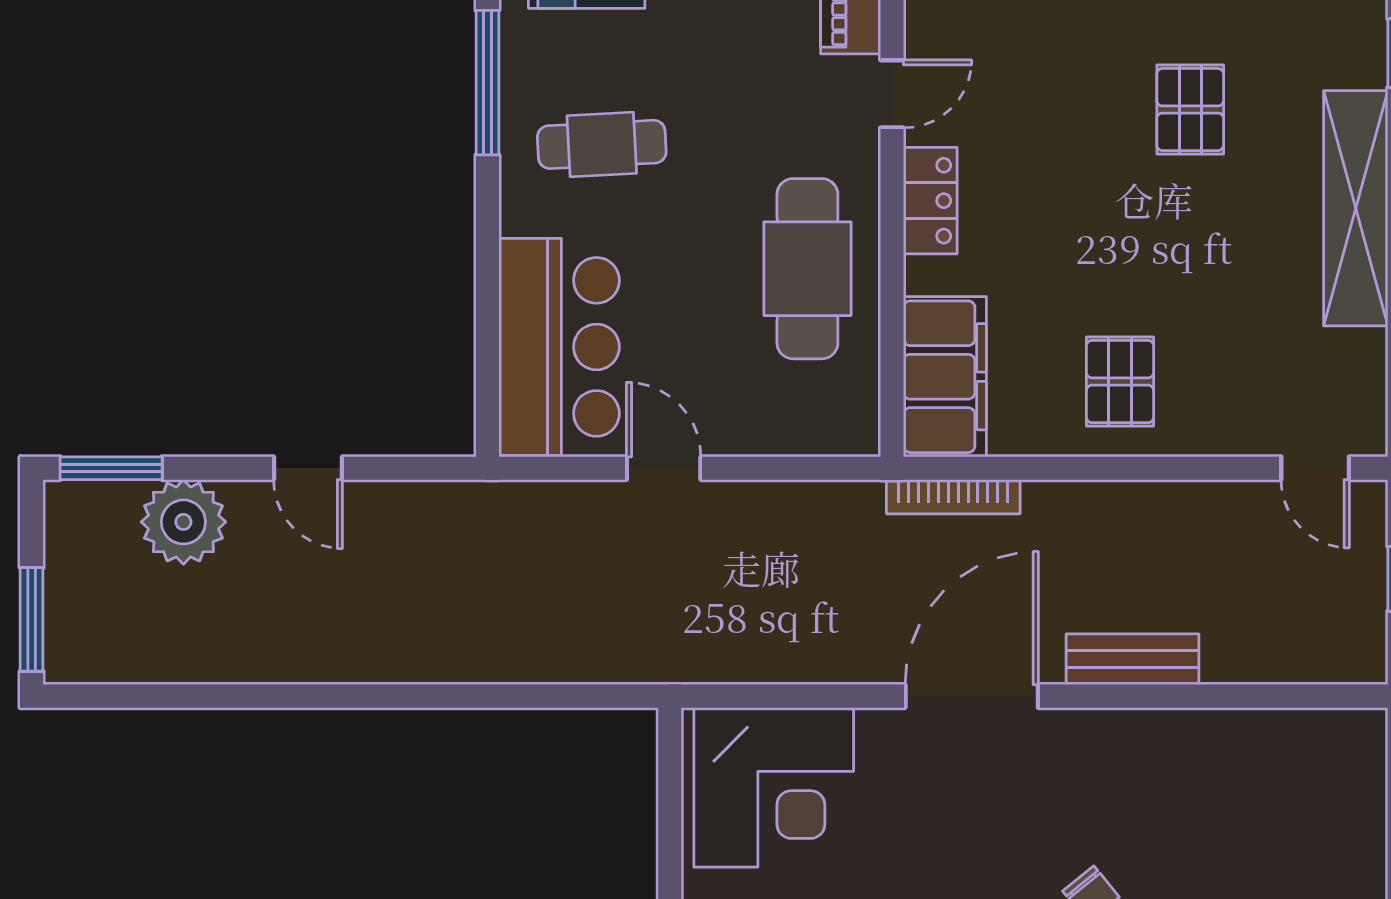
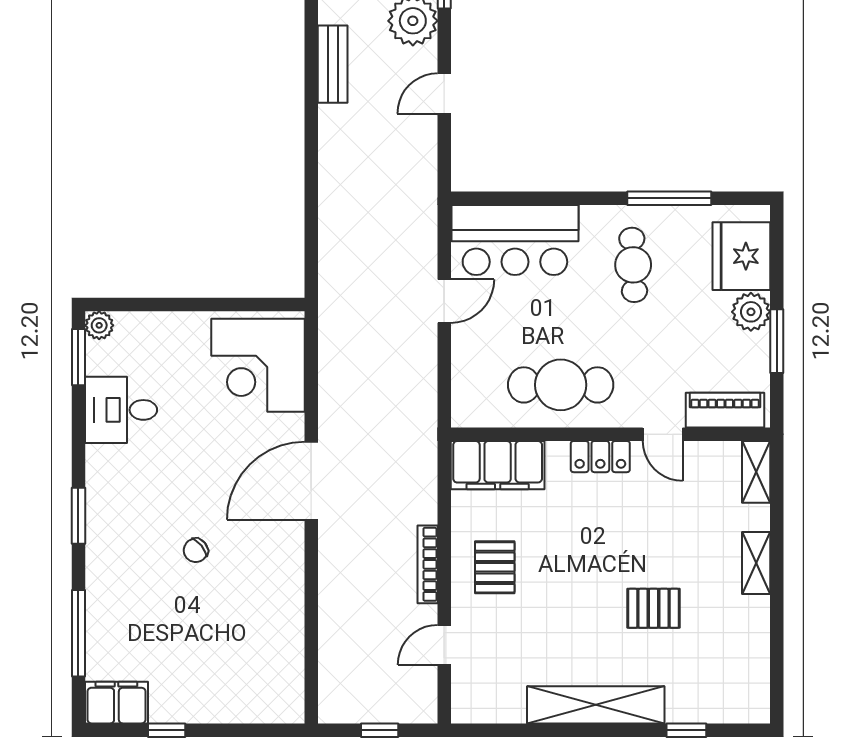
pallet: (1120, 381) -> (495, 567), turned 90
door: (1315, 468) -> (444, 645), moved
bookcase: (953, 497) -> (428, 564), moved
bench: (1133, 659) -> (333, 64), moved
door: (972, 696) -> (311, 481), swing flipped

